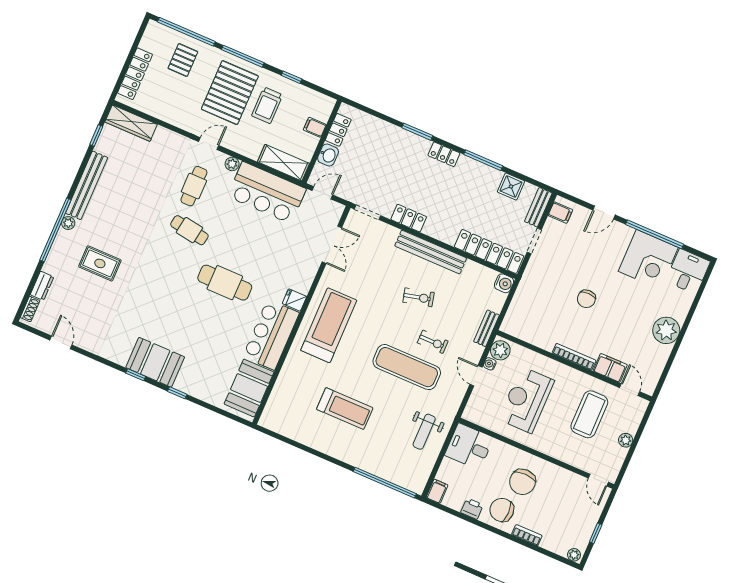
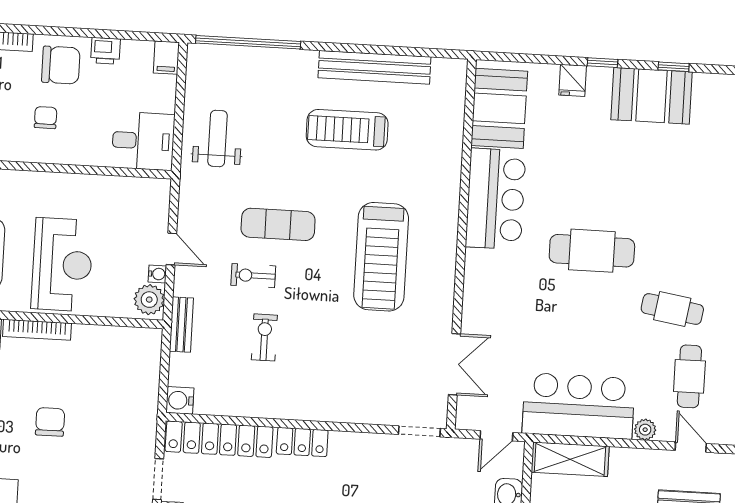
door: (209, 144) -> (691, 447), swing flipped
locker: (409, 218) -> (302, 442), moved
double door: (332, 245) -> (454, 364), swing flipped
bench: (431, 252) -> (374, 67), moved
exercise bike: (419, 297) -> (264, 337), moved, turned 104
fridge: (294, 300) -> (573, 80), moved, turned 90
treadmill: (329, 325) -> (381, 257), moved
exercise mat: (407, 367) -> (278, 224), width x0.73, depth x0.69
reception desk: (526, 400) -> (62, 265), moved
chair: (522, 482) -> (46, 118), width x0.54, depth x0.54

